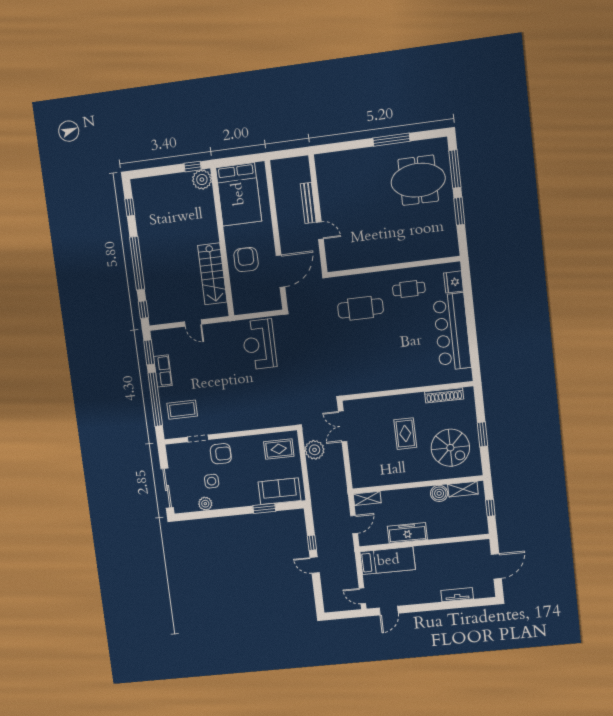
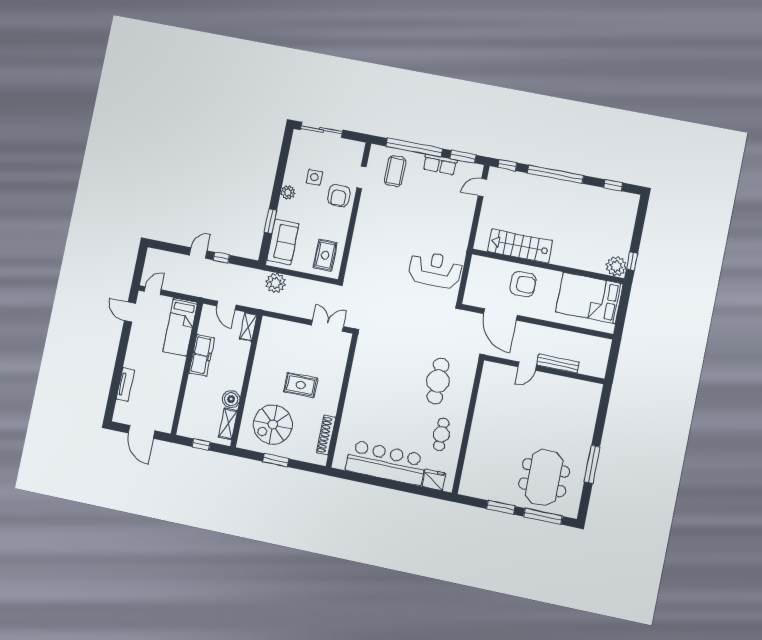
door: (193, 323) -> (482, 187), moved
plant: (315, 450) -> (276, 283), moved
plant: (205, 504) -> (288, 192), moved

